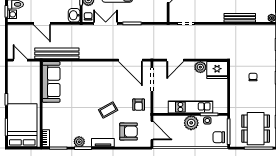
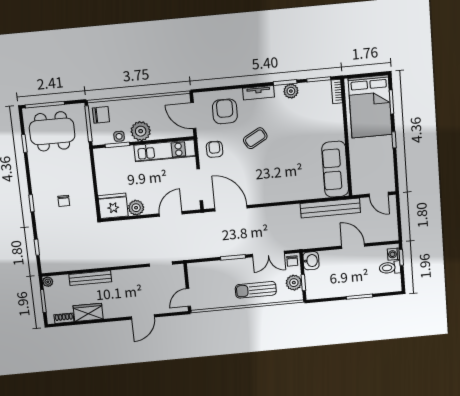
kitchen unit: (191, 107) -> (165, 151), moved
dining table: (256, 129) -> (52, 131), turned 90
armchair: (129, 131) -> (225, 111), turned 90

